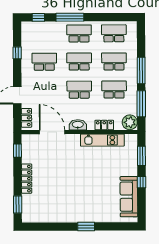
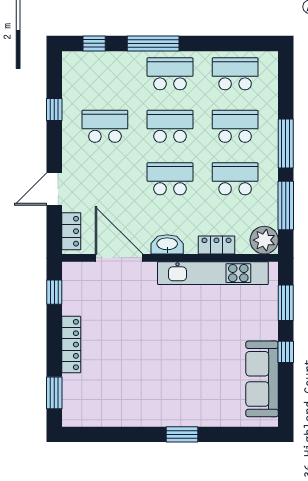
kitchen unit: (102, 140) -> (213, 273), width x1.36

